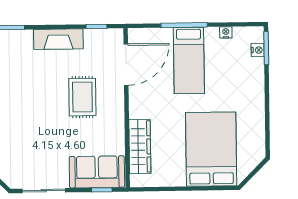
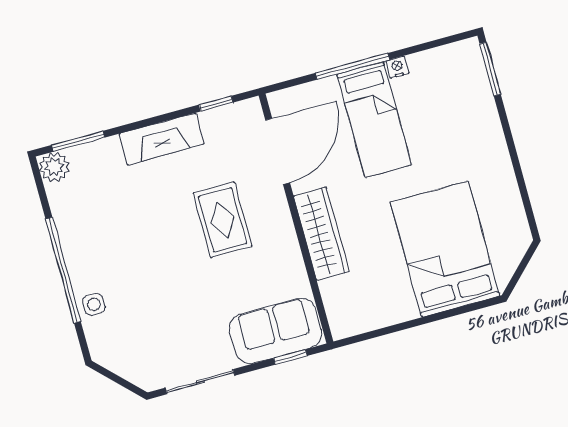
nightstand: (226, 32) -> (397, 67), moved
nightstand: (258, 50) -> (478, 75), removed
wardrobe: (140, 147) -> (321, 234), moved

